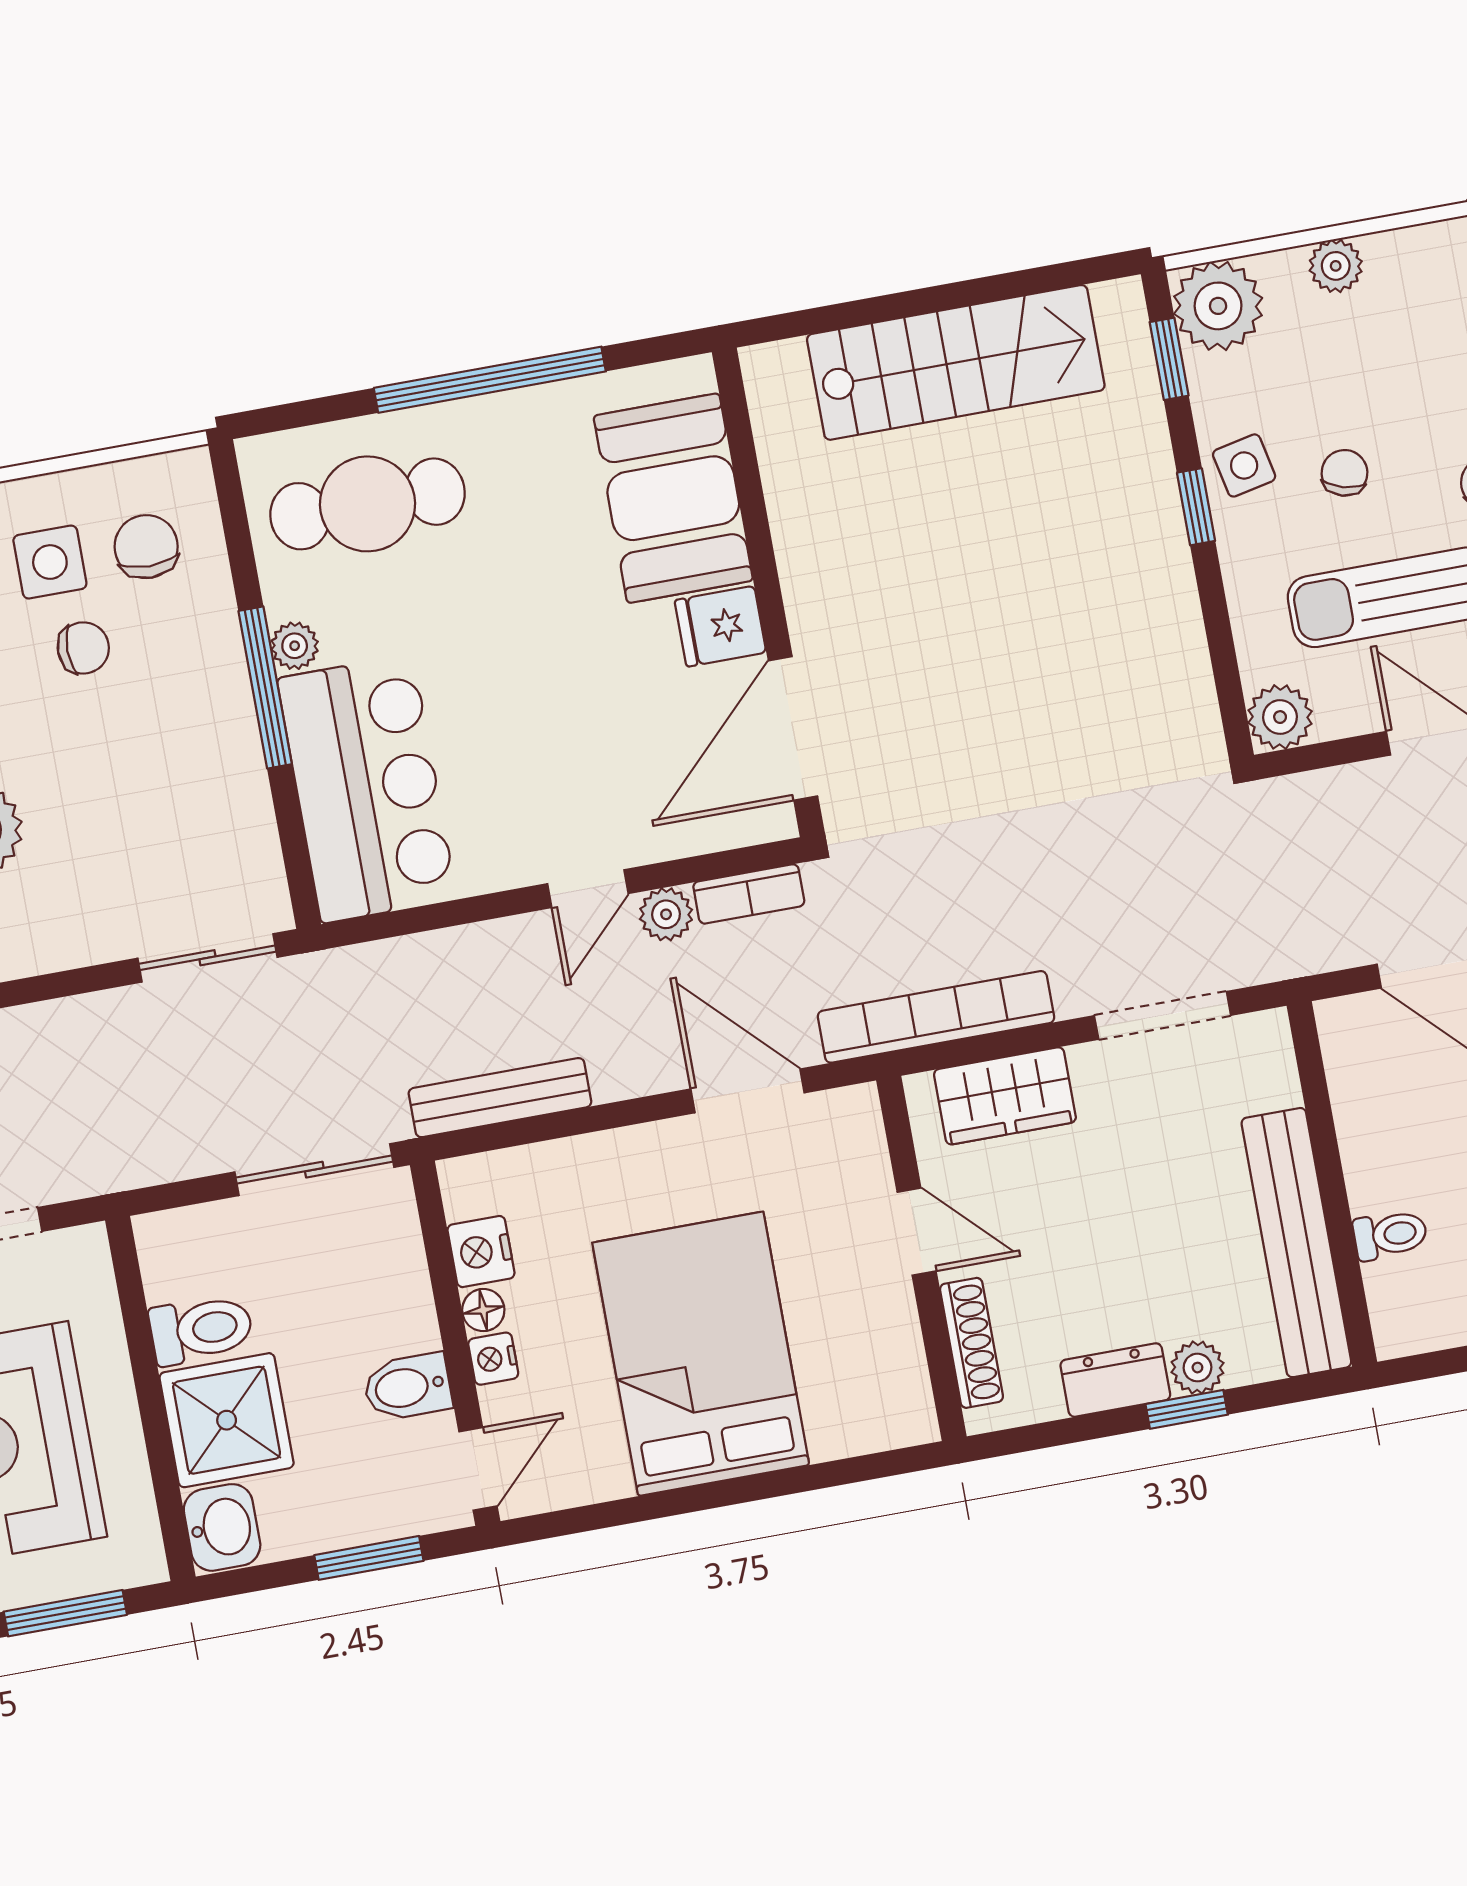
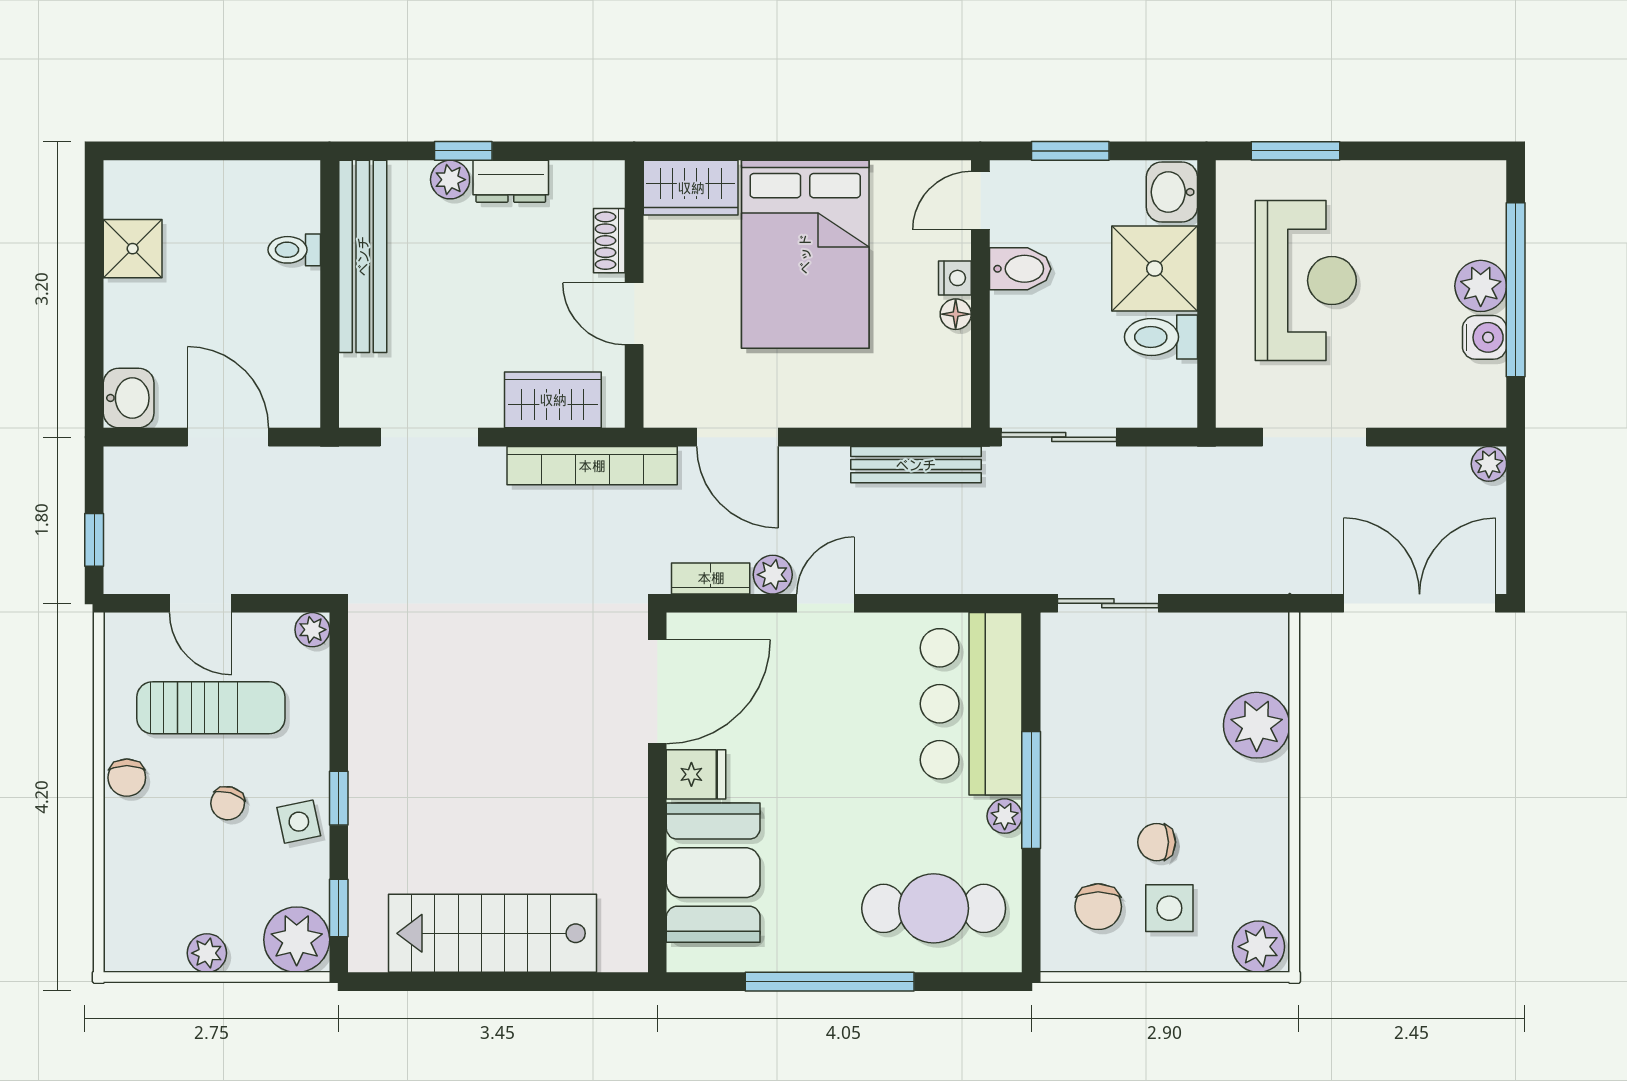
plant: (1280, 717) -> (312, 630), width x0.73, depth x0.73
nightstand: (481, 1252) -> (950, 356), removed
shoe rack: (971, 1343) -> (609, 241), width x0.70
wardrobe: (871, 1416) -> (691, 188), added

